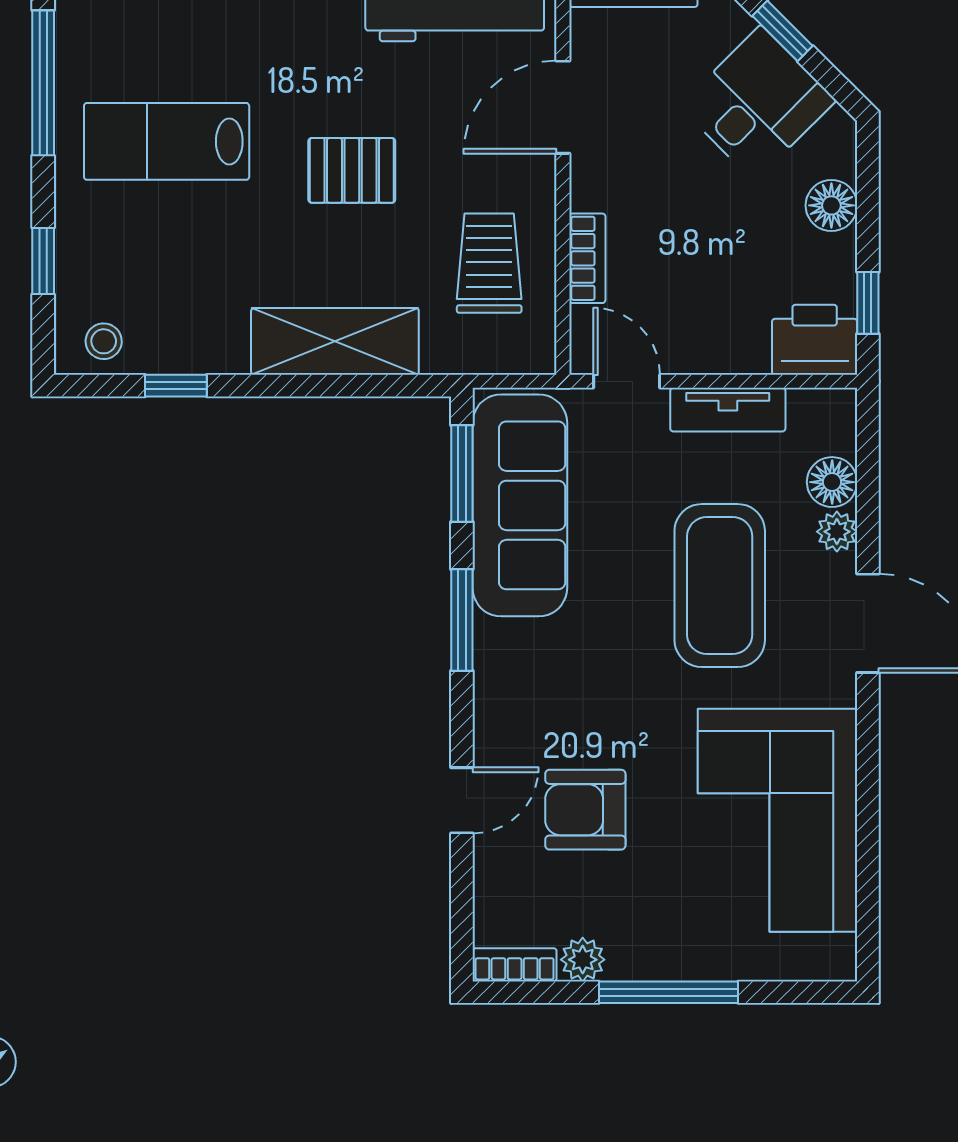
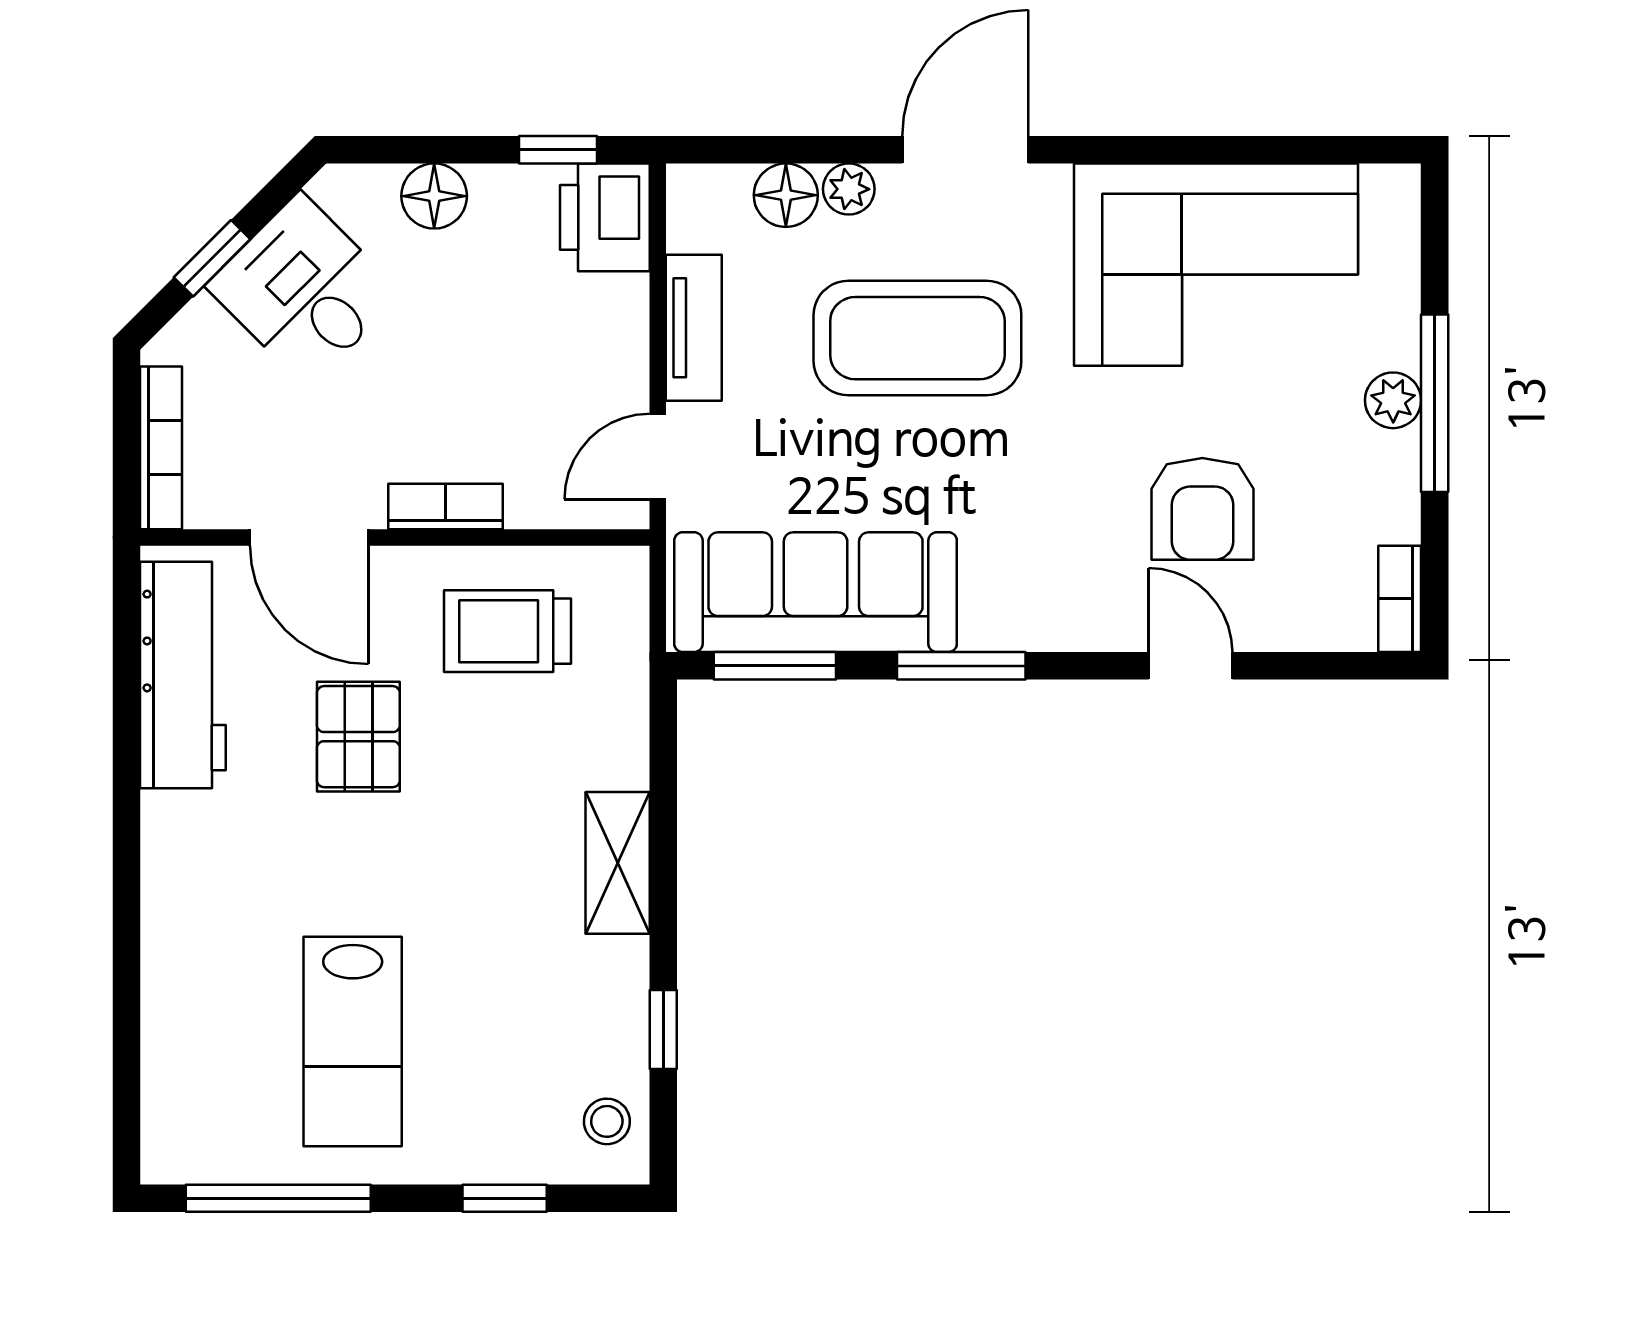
pallet: (352, 170) -> (358, 737), moved
bookcase: (587, 258) -> (445, 506), moved
shelving: (335, 341) -> (618, 863), width x0.67, depth x0.75
plant: (583, 960) -> (1393, 400), moved

